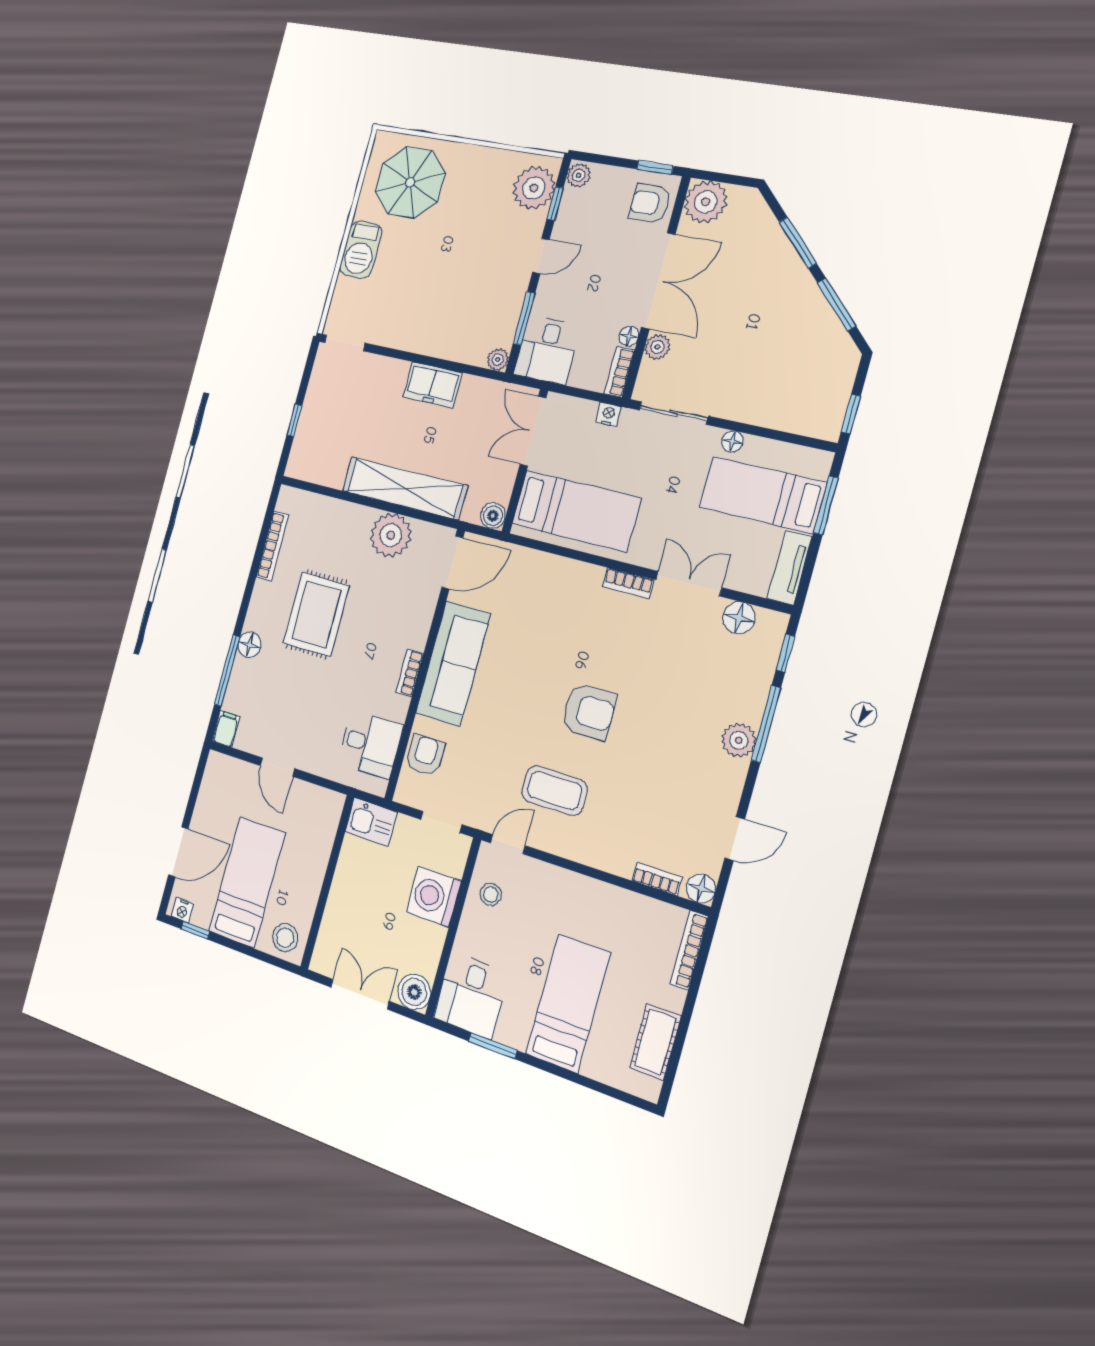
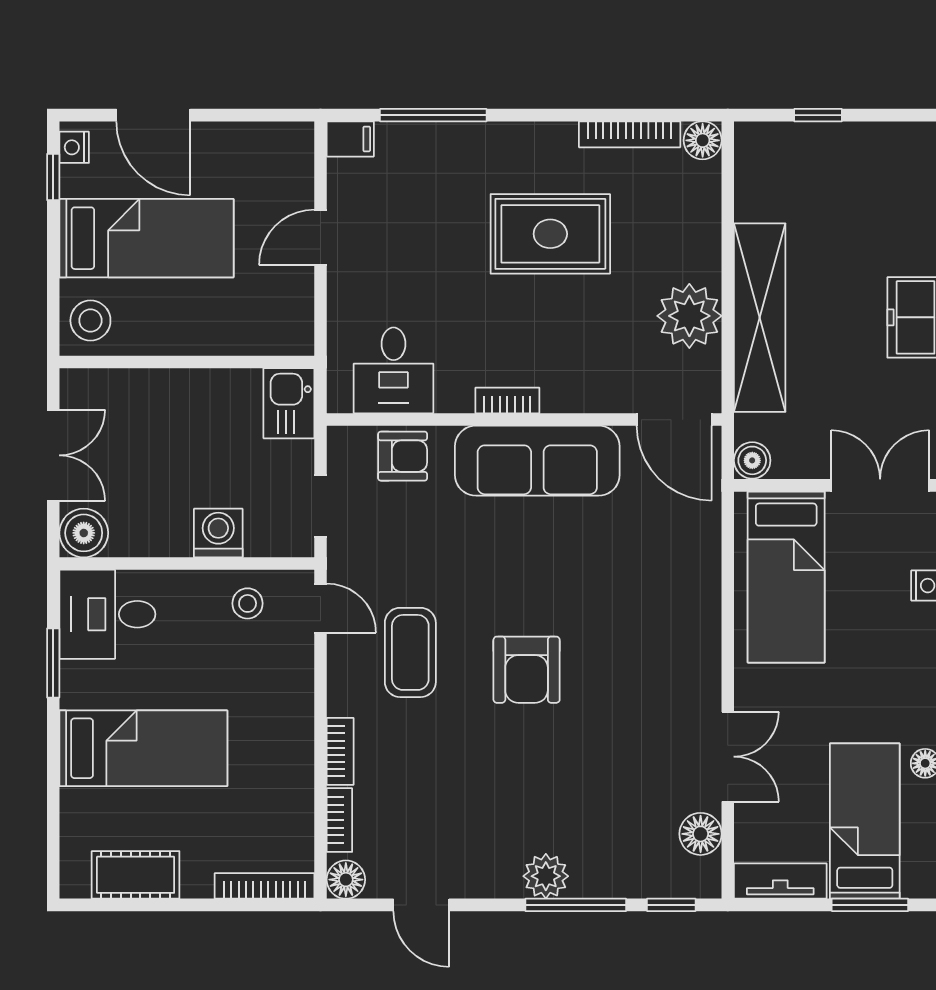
bookcase: (628, 583) -> (340, 751), moved, turned 180
floor lamp: (250, 645) -> (703, 140), moved
washing machine: (434, 897) -> (218, 533), width x0.73, depth x0.73

